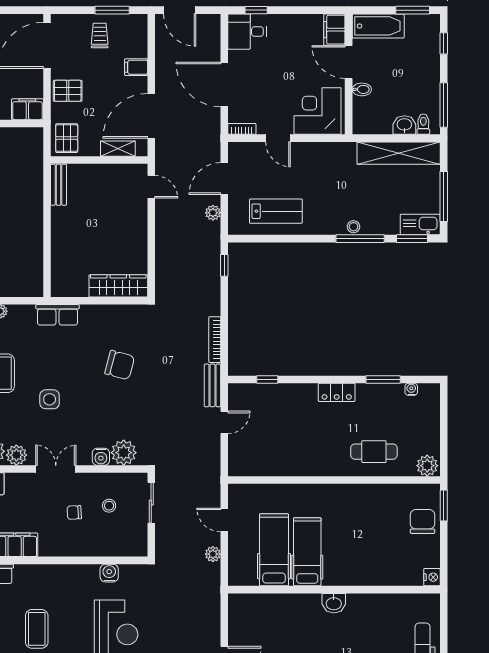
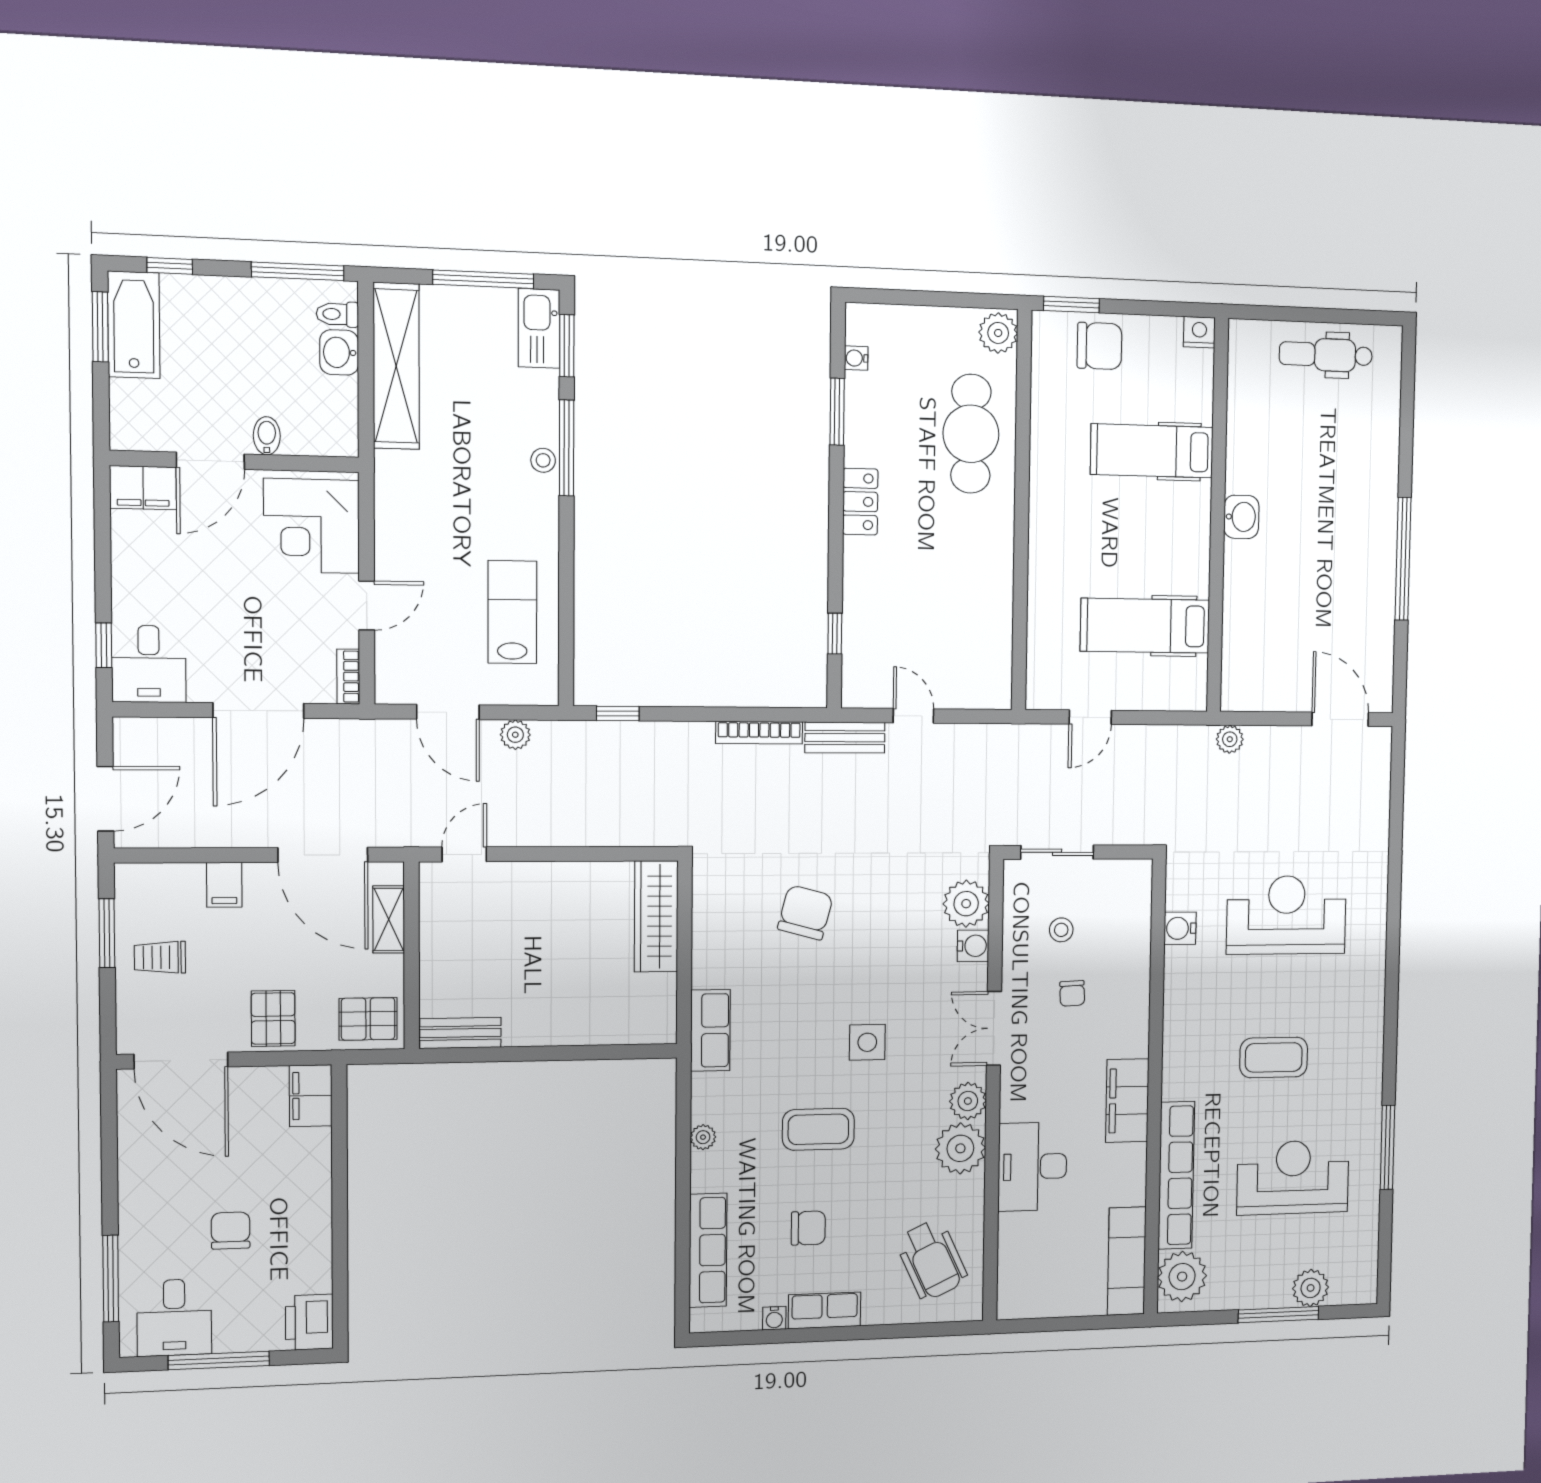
bathtub: (378, 26) -> (134, 325), moved
cafe table: (374, 452) -> (971, 434), width x1.37, depth x1.35
chair: (422, 521) -> (1099, 346), turned 180
hospital bed: (307, 552) -> (1152, 451), moved
plant: (213, 554) -> (1230, 739), moved

